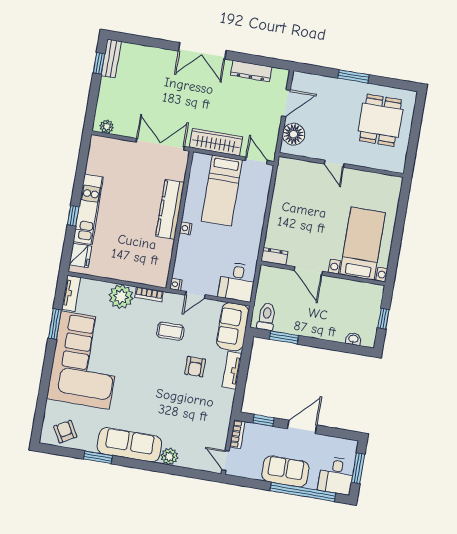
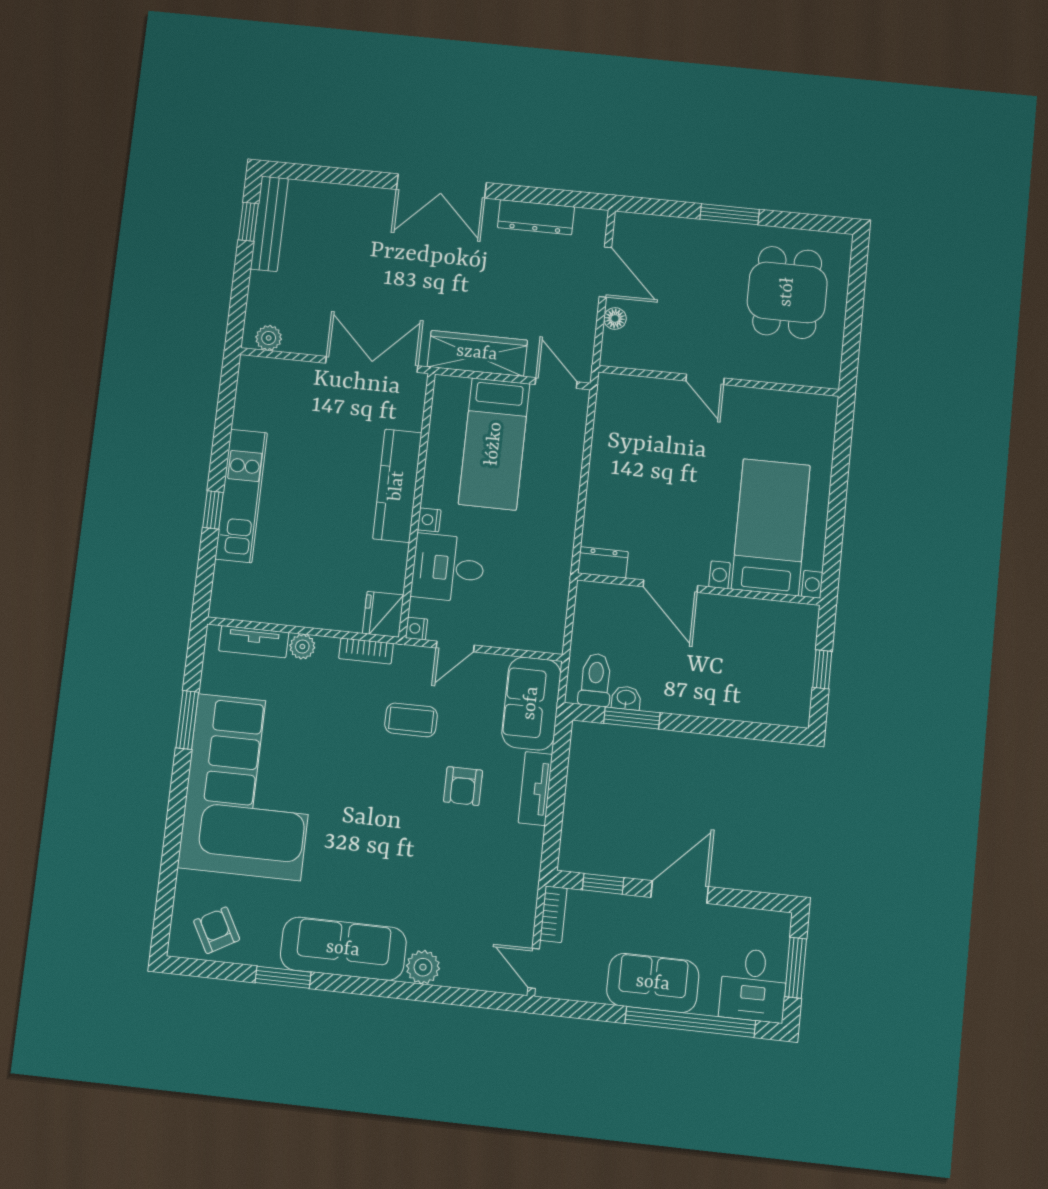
bench: (111, 58) -> (269, 224), width x1.36
door: (286, 103) -> (605, 272), hinge flipped
floor lamp: (294, 134) -> (615, 318), width x0.53, depth x0.53
fridge: (80, 255) -> (383, 614), moved, turned 180
desk: (237, 282) -> (448, 568), moved, turned 90
tv unit: (71, 293) -> (254, 642), moved, turned 90
plant: (121, 297) -> (302, 647), width x0.53, depth x0.53
washbasin: (353, 339) -> (626, 698), moved

